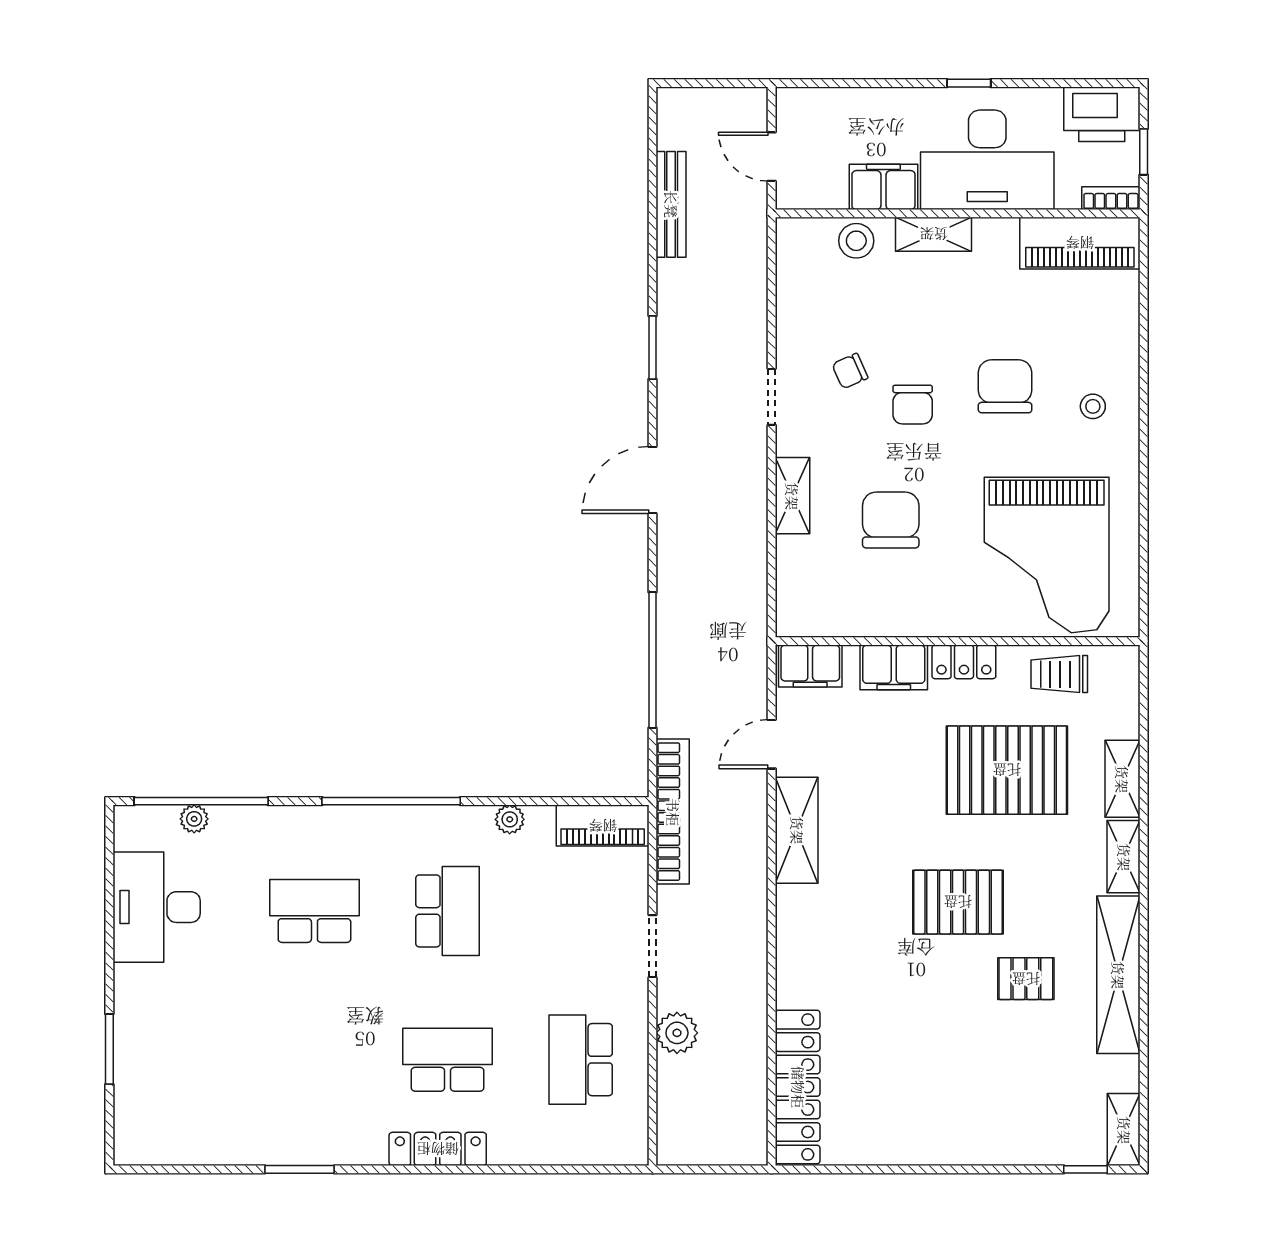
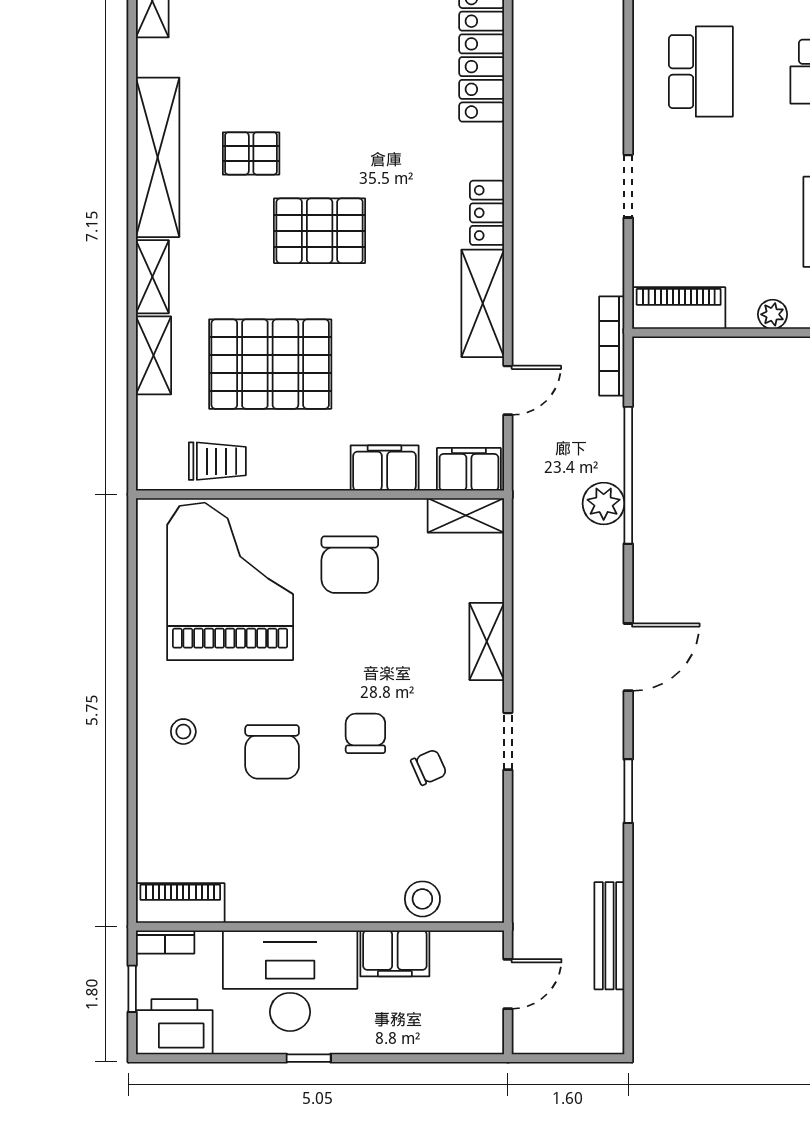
door: (772, 157) -> (508, 984), hinge flipped
shelving: (934, 234) -> (466, 515), moved
piano: (1080, 243) -> (180, 903), width x0.73, depth x0.75
chair: (891, 520) -> (350, 565), moved
locker: (964, 662) -> (487, 213), moved, turned -90
bookcase: (673, 812) -> (612, 346), width x0.68, depth x0.76
plant: (677, 1033) -> (604, 503), moved

